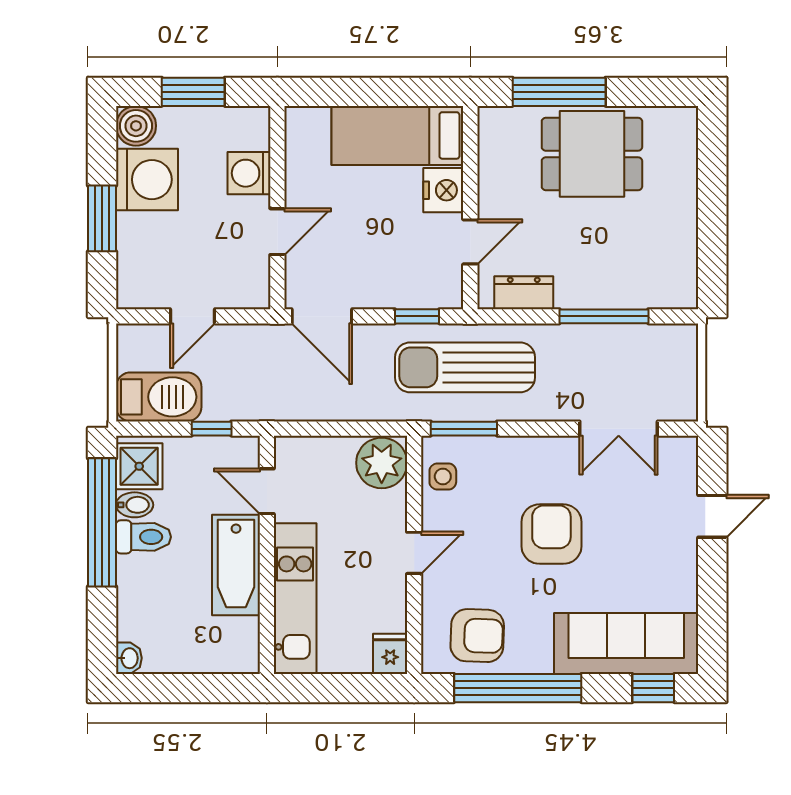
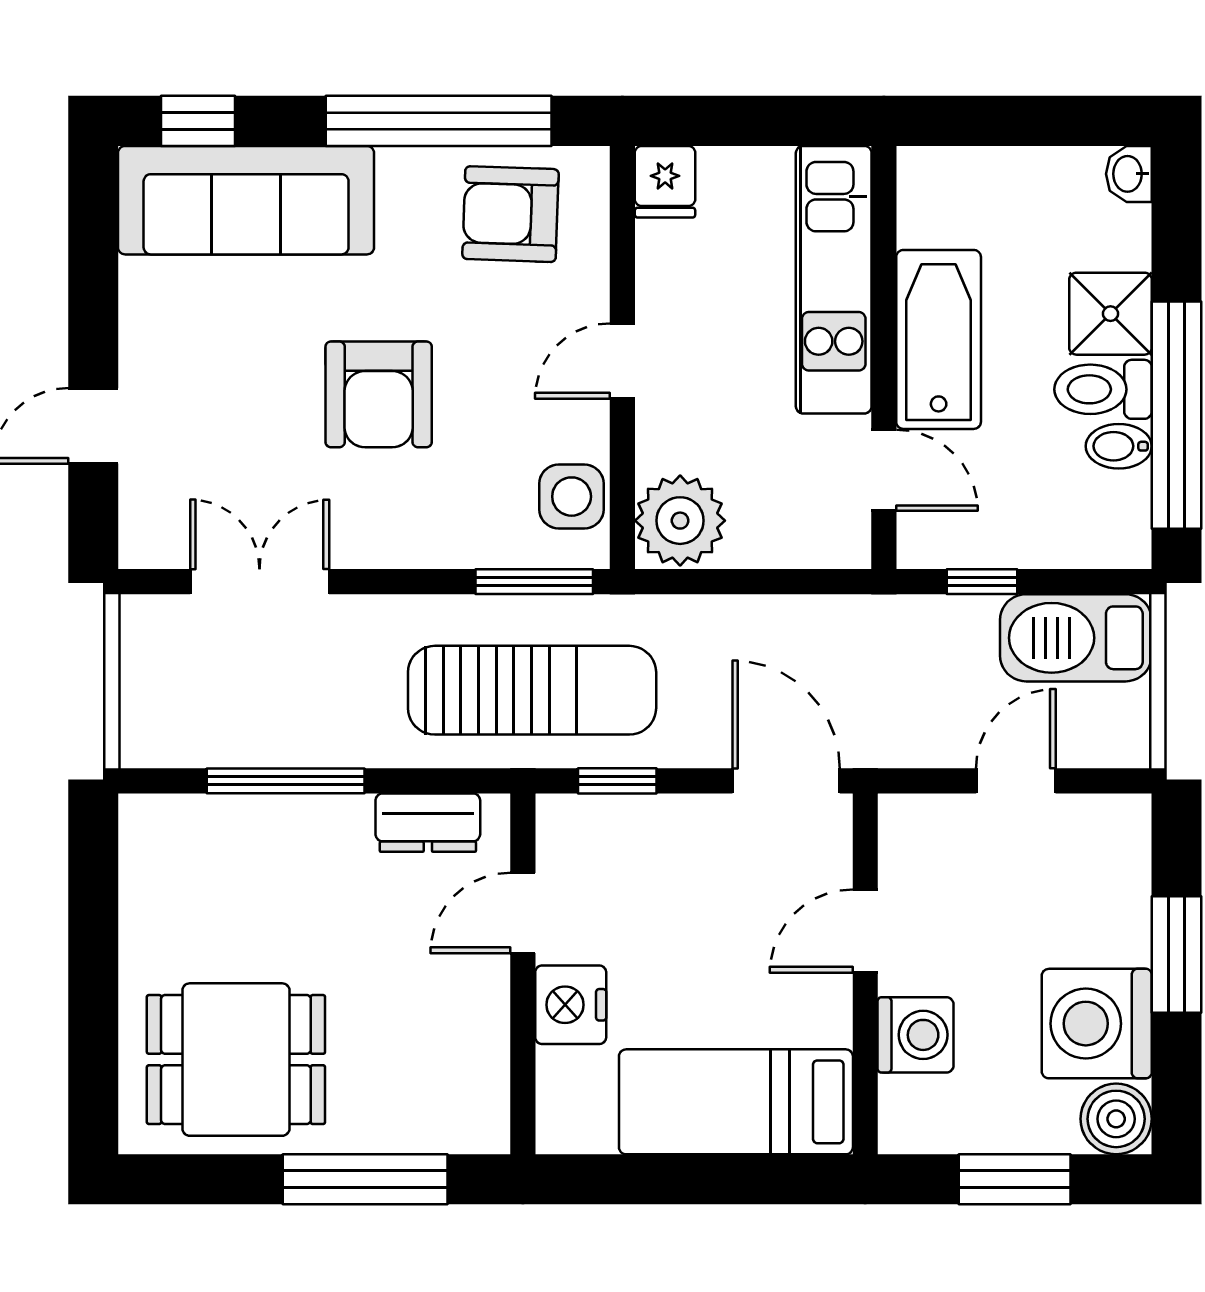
bed: (397, 135) -> (736, 1102), moved, turned 180
dining table: (592, 154) -> (236, 1060), moved
shower: (139, 466) -> (1110, 314), moved
side table: (443, 476) -> (572, 497), width x1.37, depth x1.37

